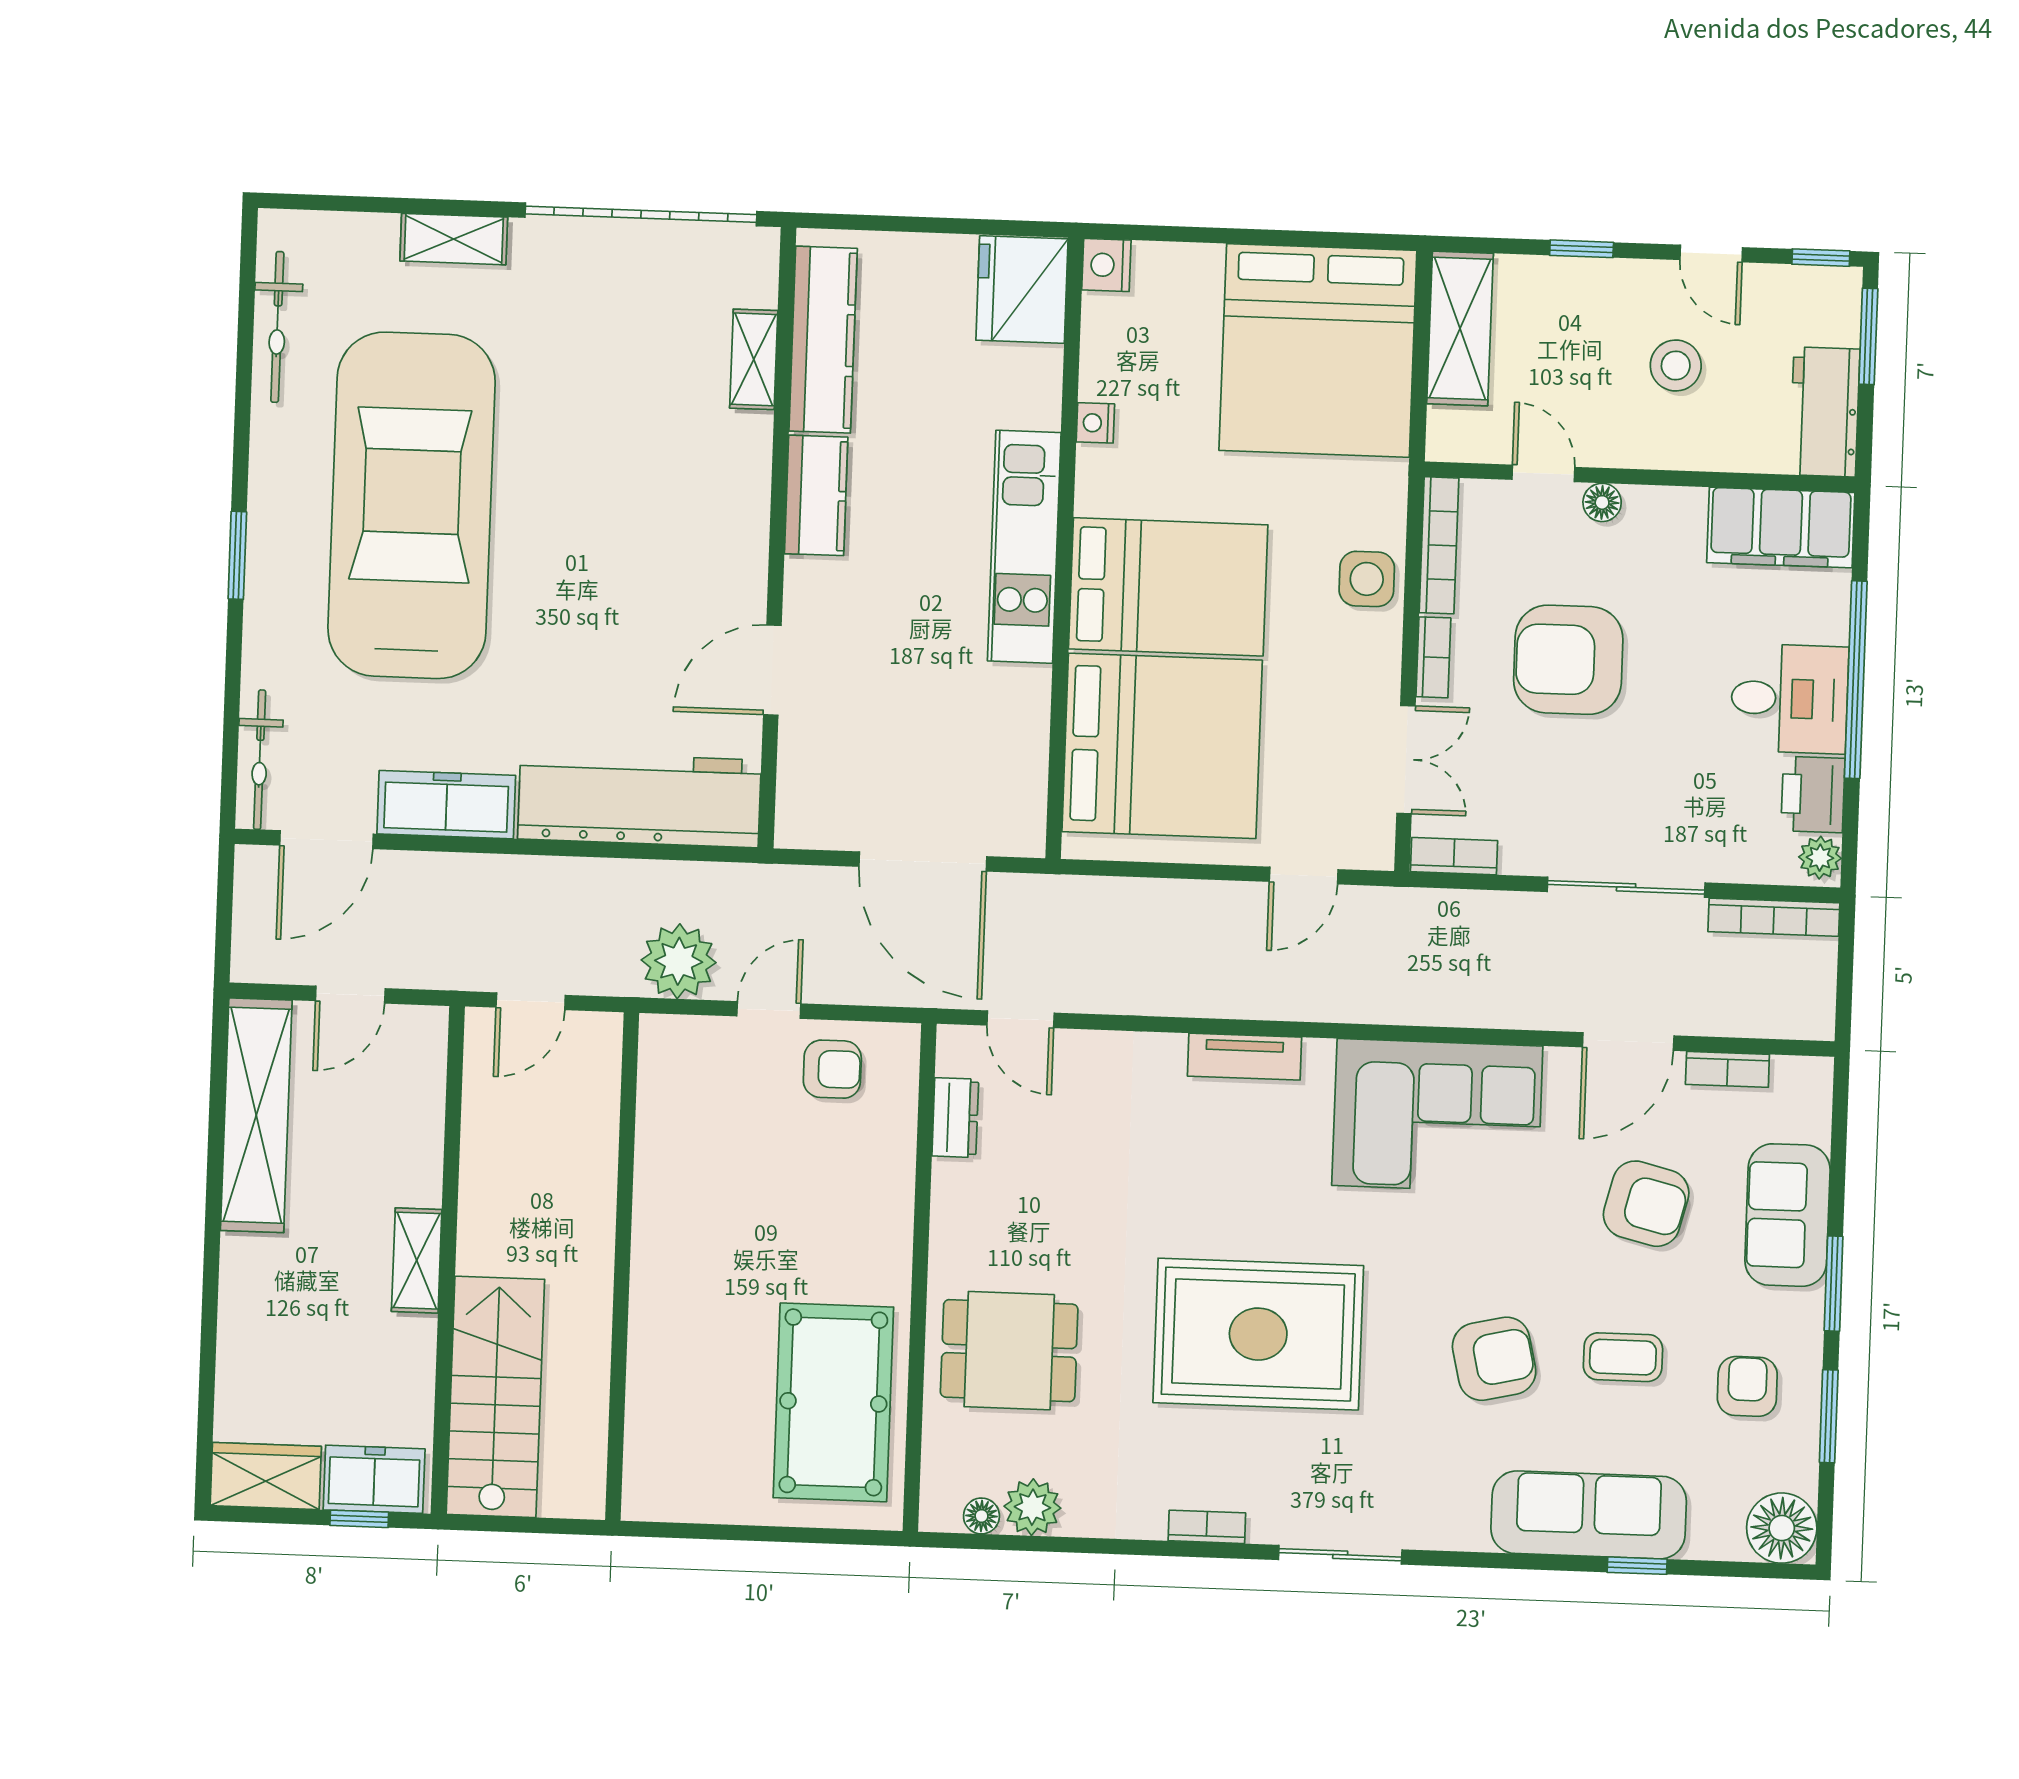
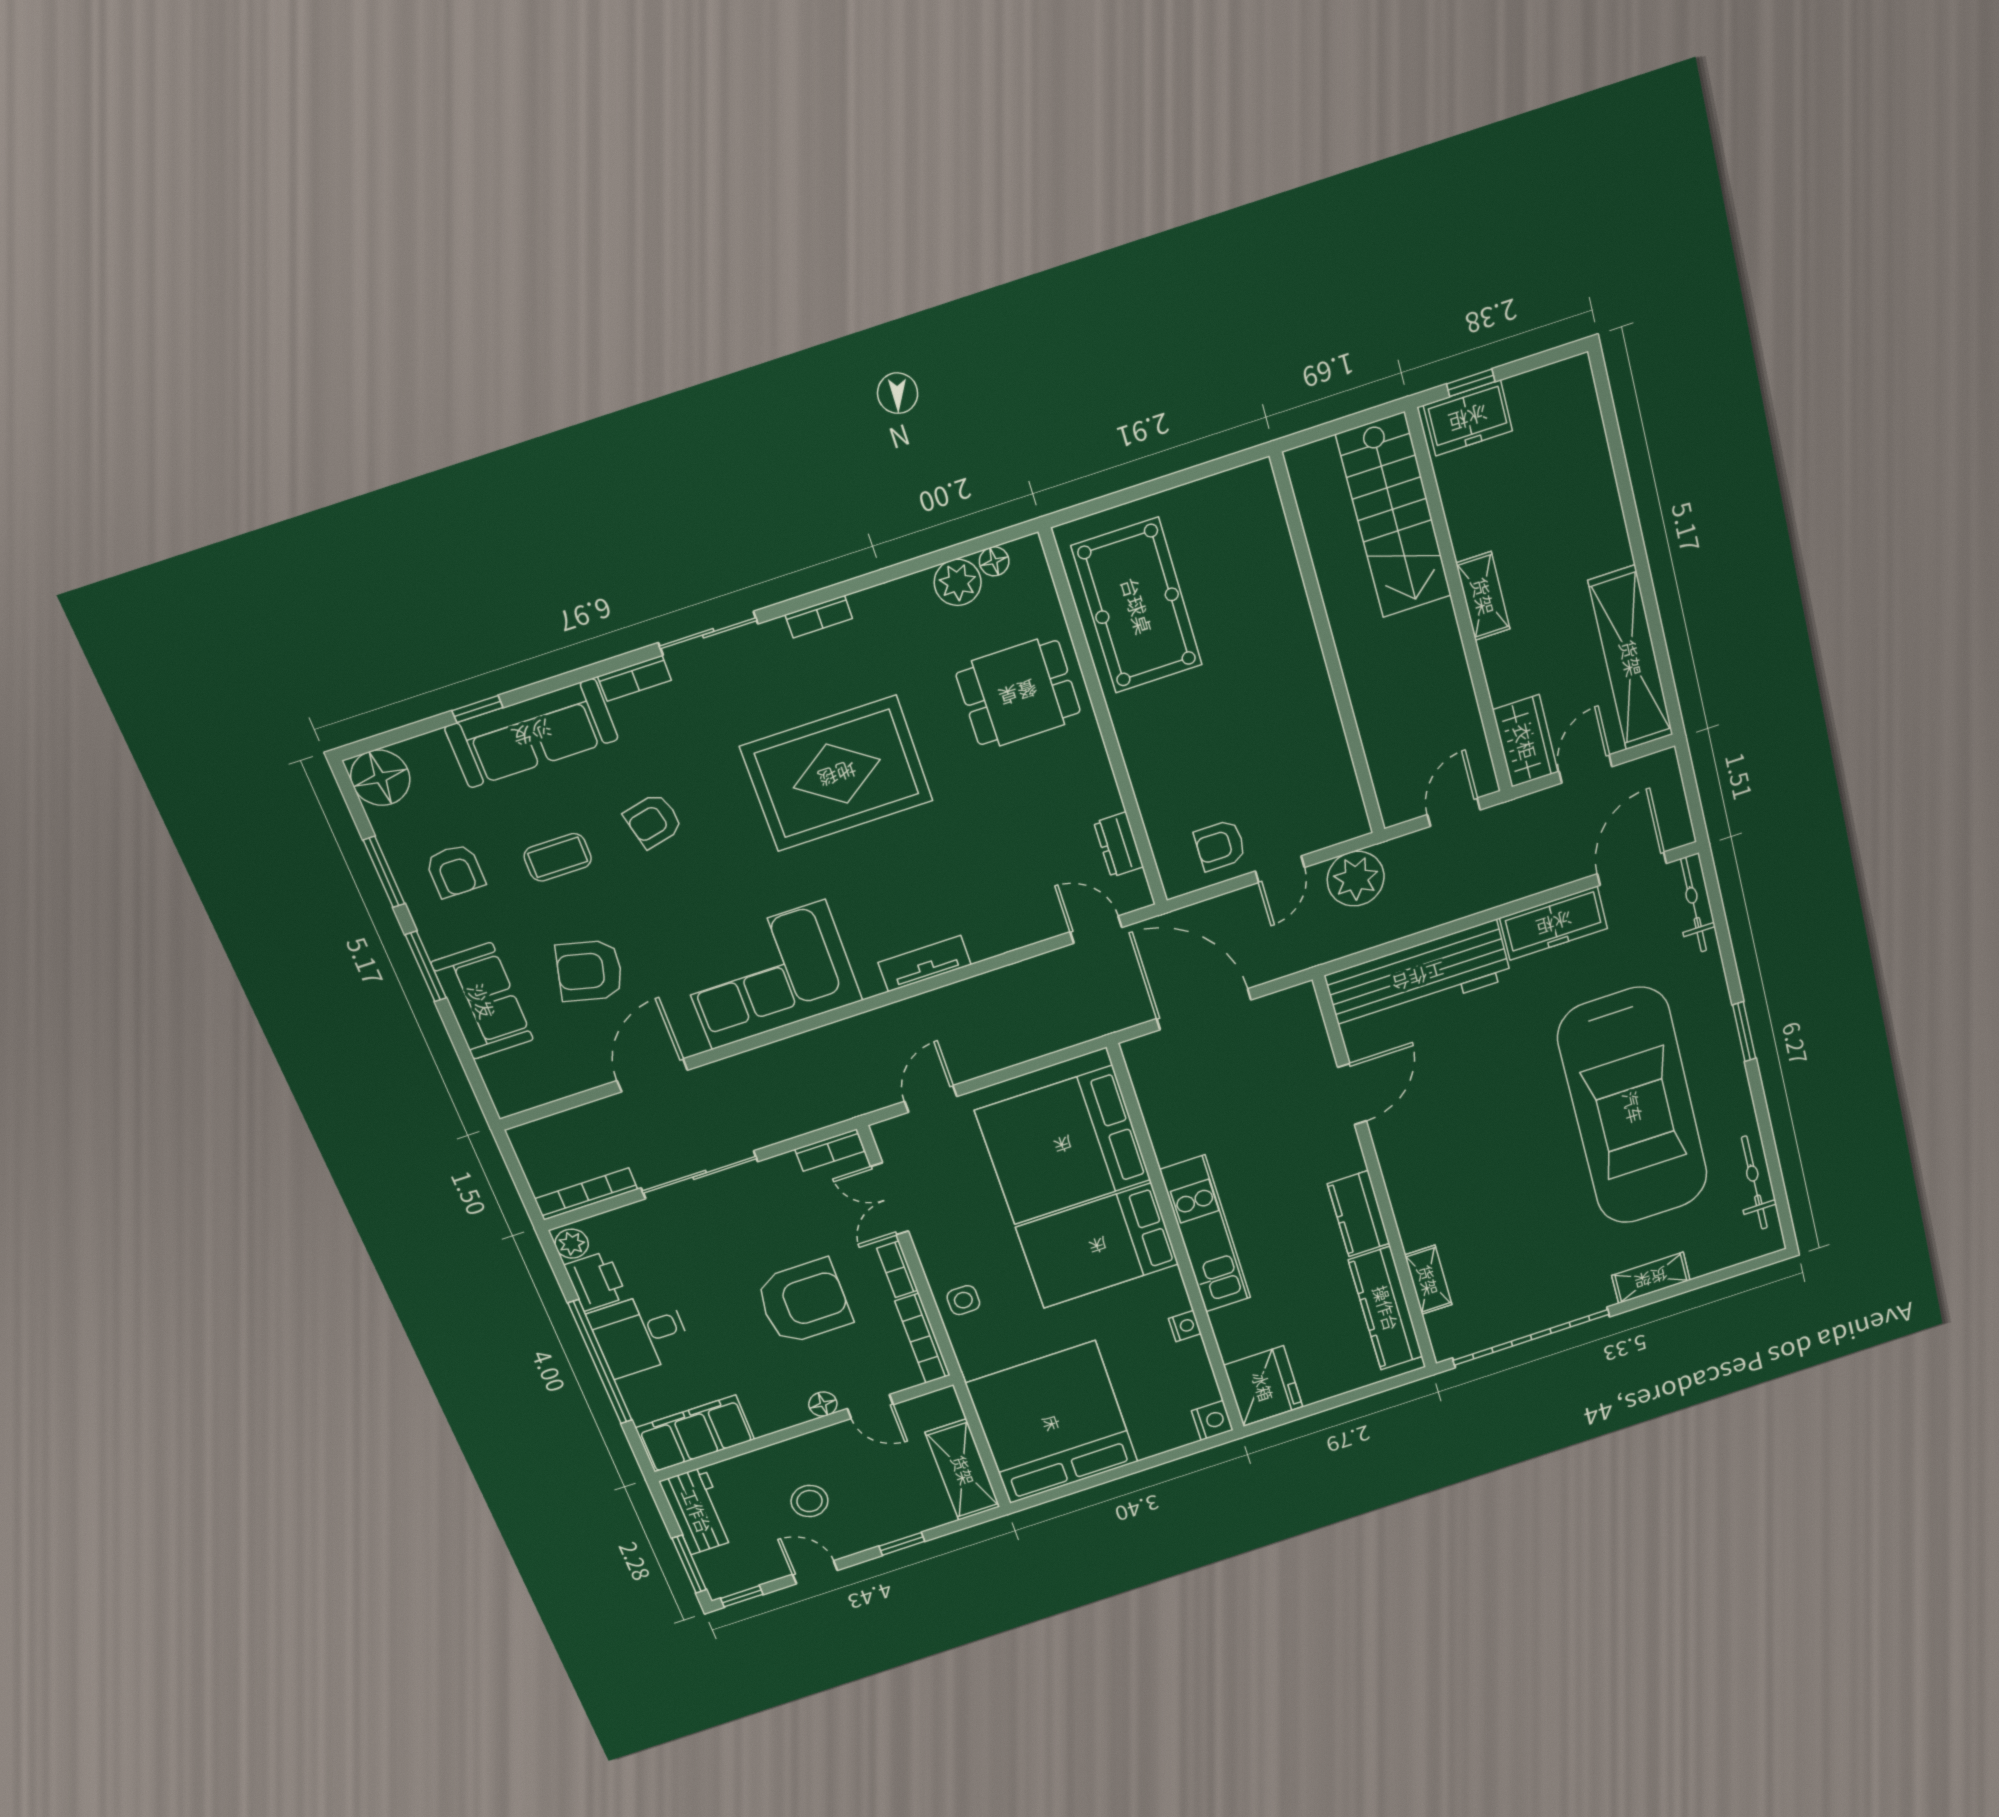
side table: (1367, 579) -> (963, 1300), width x0.73, depth x0.73
bookcase: (1727, 1069) -> (635, 678), moved, turned 180
armchair: (1494, 1359) -> (653, 821), width x0.72, depth x0.72
wardrobe: (266, 1476) -> (1525, 741), moved, turned -90

